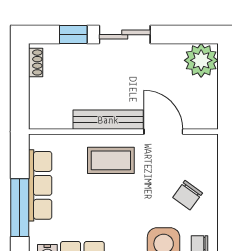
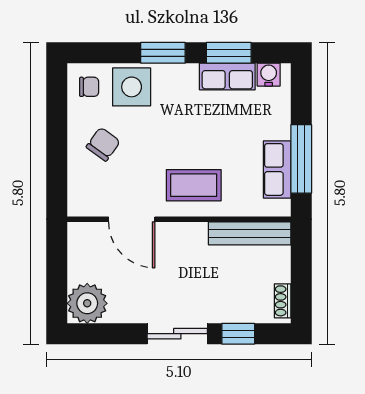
bench: (108, 120) -> (250, 233), moved
row of seats: (40, 185) -> (277, 169), width x0.68
window: (20, 208) -> (301, 159), moved

